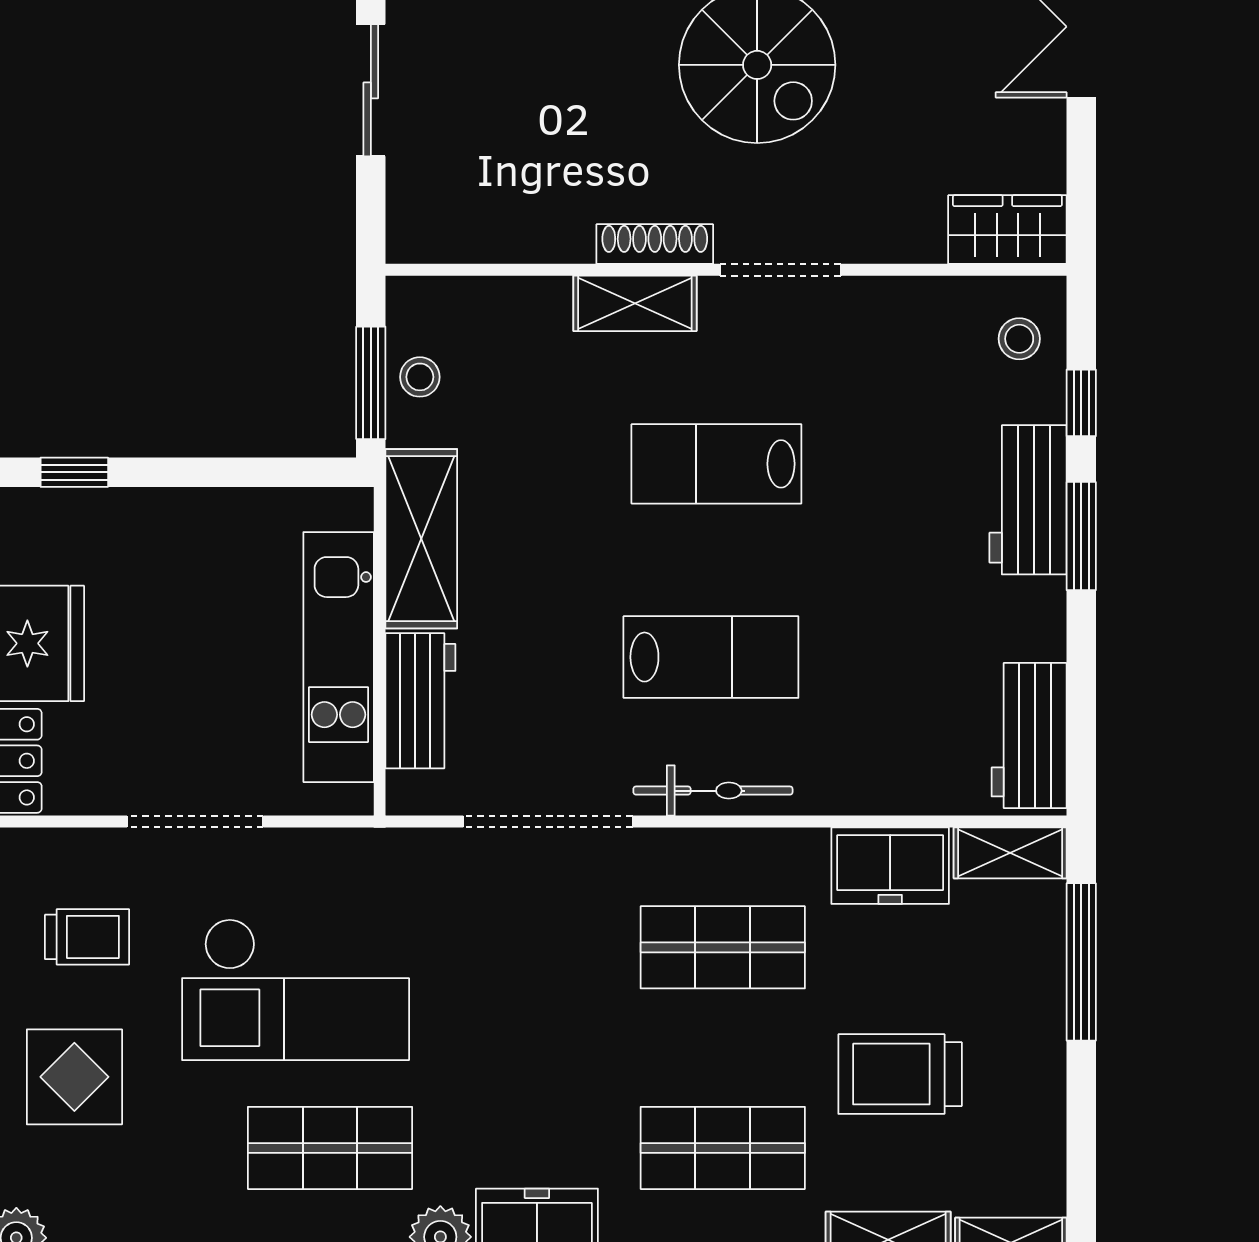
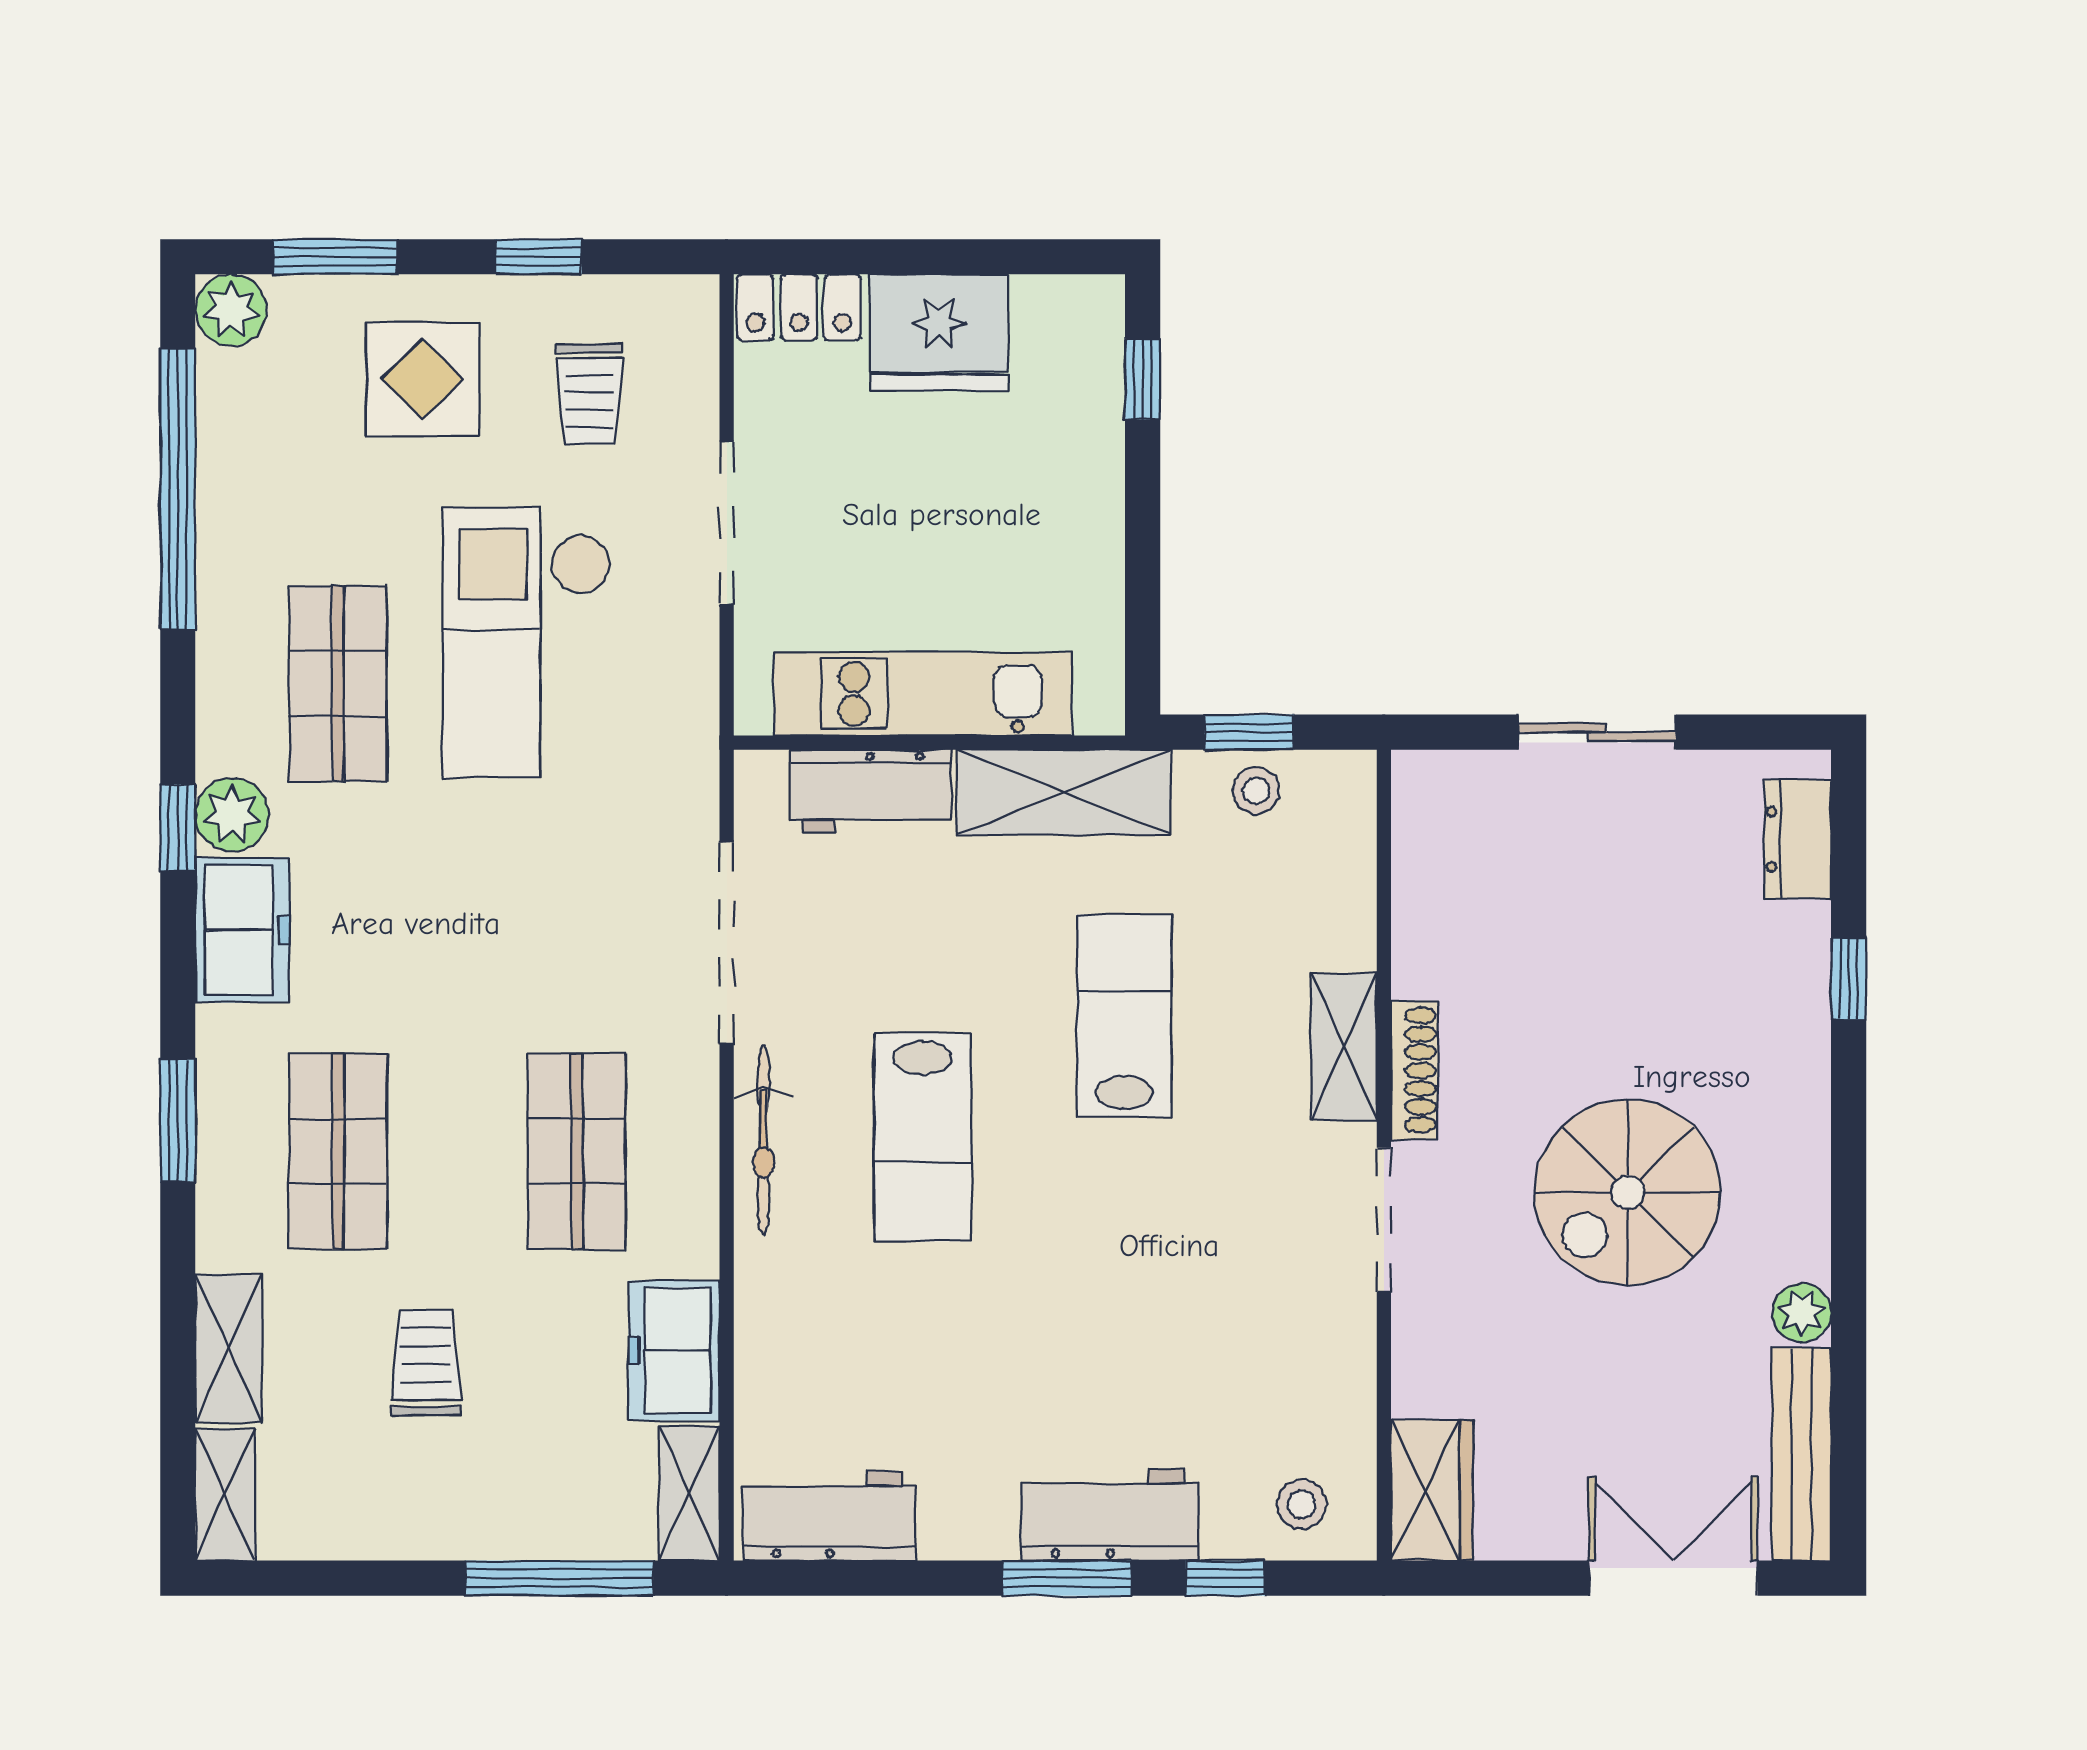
window: (371, 383) -> (1249, 732), width x0.67
lab bench: (716, 464) -> (1124, 1016), moved
trolley: (900, 1074) -> (426, 1362), width x0.73, depth x0.72

